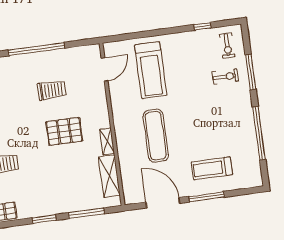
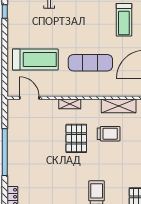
trolley: (52, 90) -> (109, 134), moved, turned 90
shelving: (107, 141) -> (70, 104), moved

